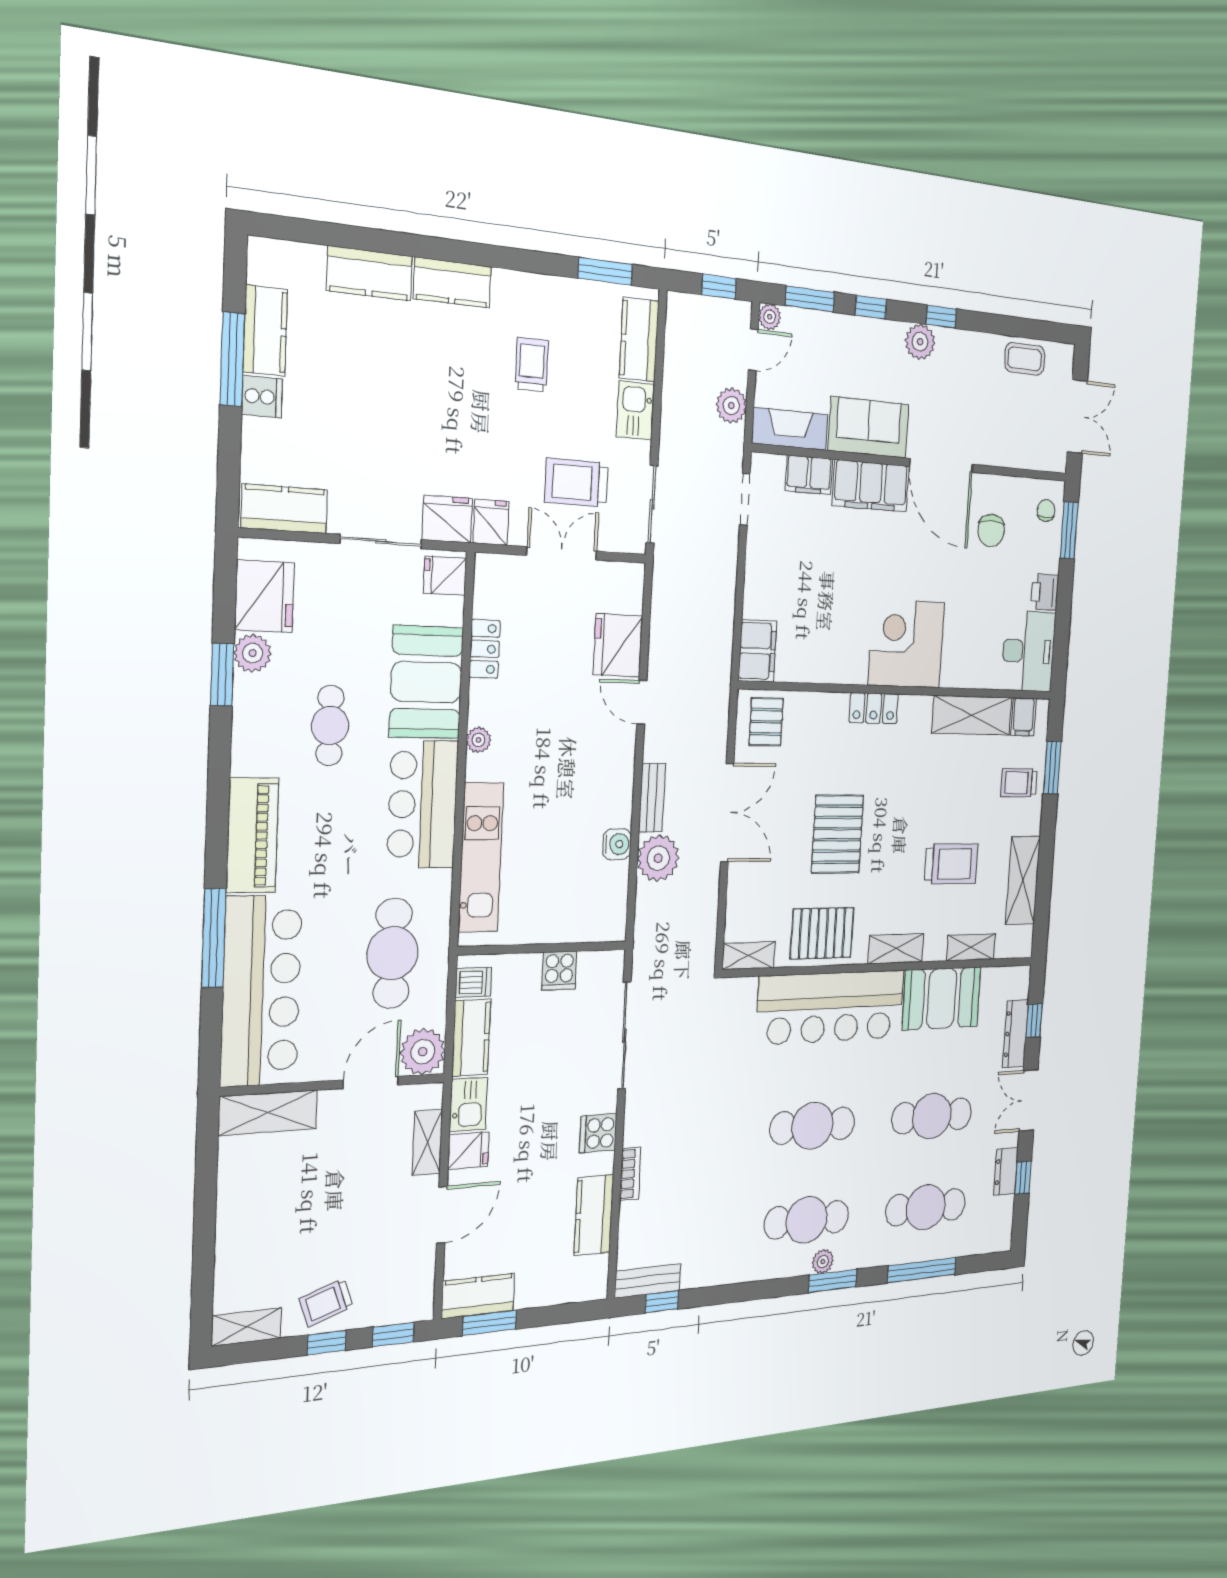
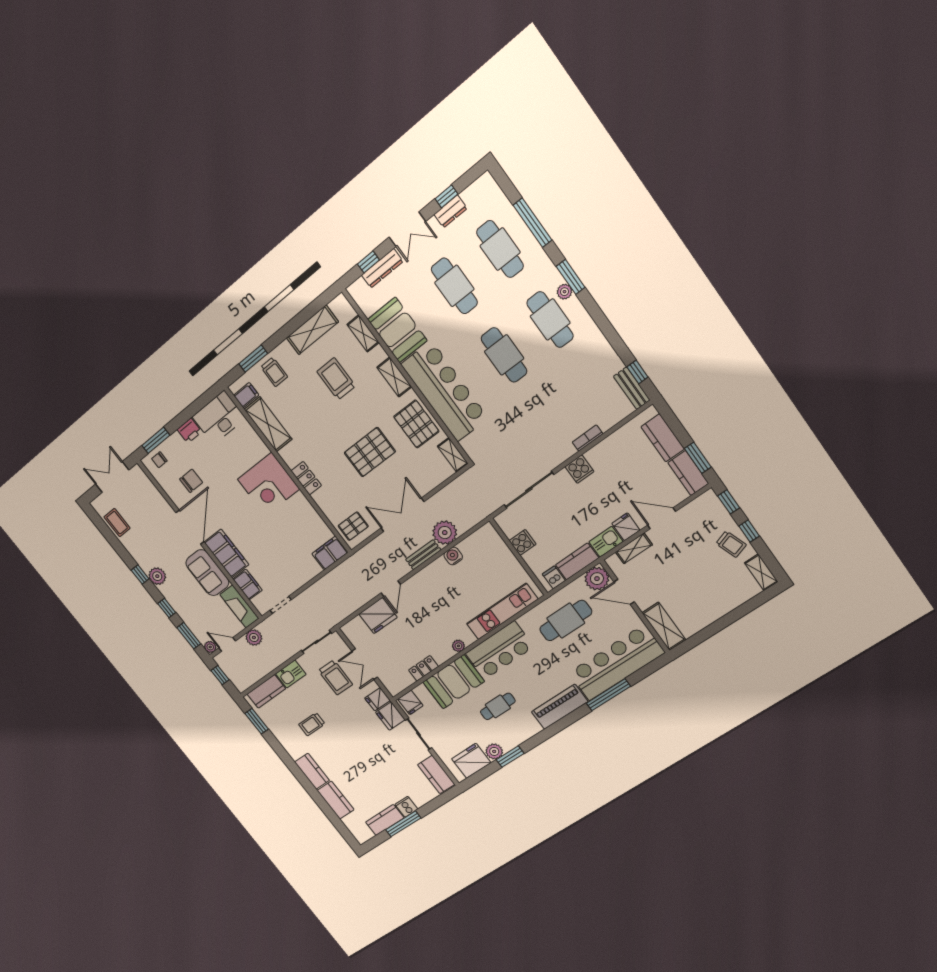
kitchen counter: (594, 1215) -> (663, 438), moved, turned 90

